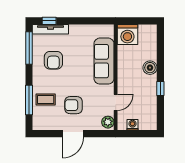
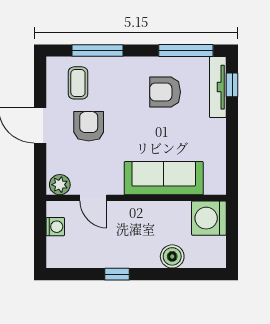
boiler: (150, 68) -> (172, 256), moved
coffee table: (46, 99) -> (78, 83), moved

